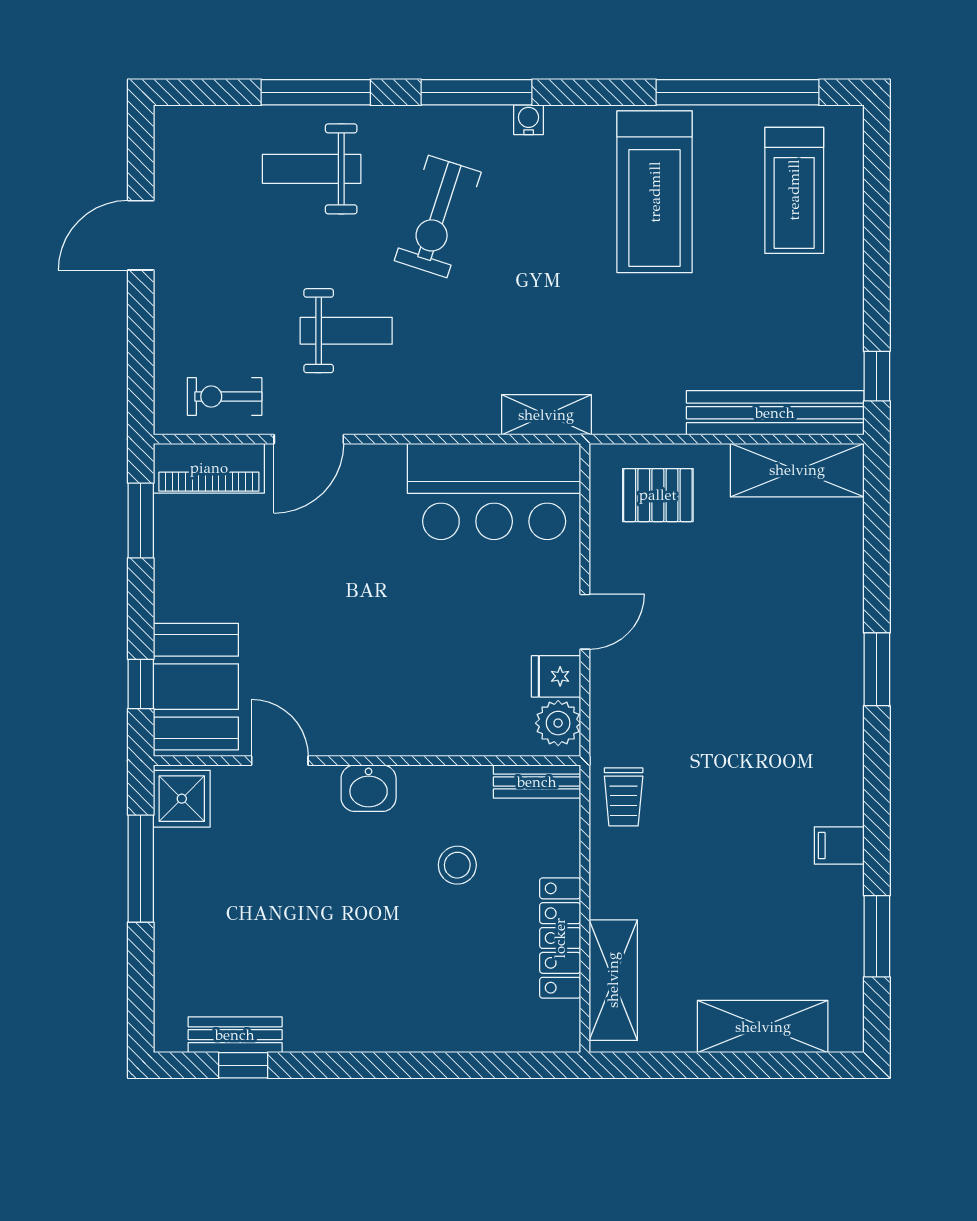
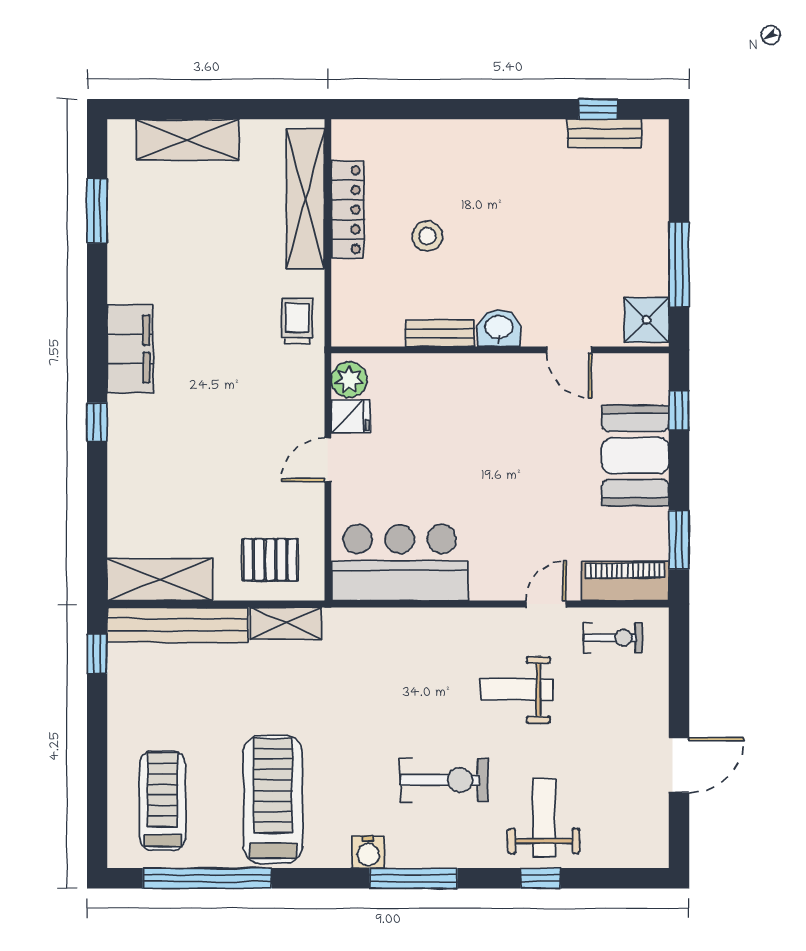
window: (316, 92) -> (541, 878), width x0.46
water cooler: (529, 120) -> (368, 852), width x1.38, depth x1.38
weight bench: (312, 169) -> (544, 818), turned -90
exercise bike: (438, 216) -> (444, 780), turned 72
shelving: (546, 415) -> (286, 623), moved
door: (309, 439) -> (546, 604), width x0.73
window: (877, 669) -> (97, 422), width x0.67
booth: (196, 687) -> (635, 455), moved
bench: (537, 782) -> (440, 333), moved
filing cabinet: (839, 845) -> (130, 349), moved, width x3.00, depth x1.17
stool: (457, 865) -> (427, 236), moved
shelving: (613, 980) -> (305, 199), width x1.47

